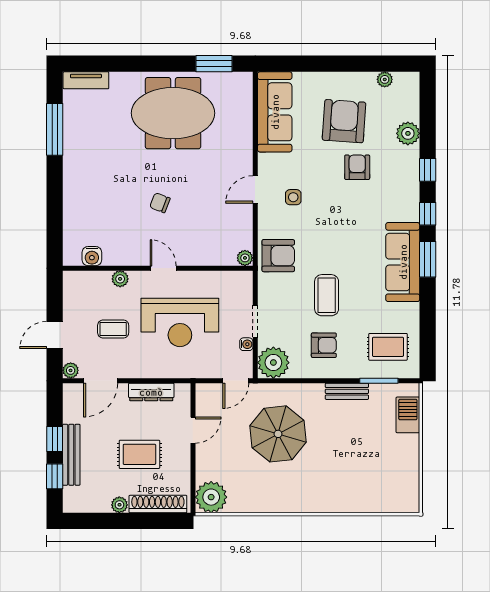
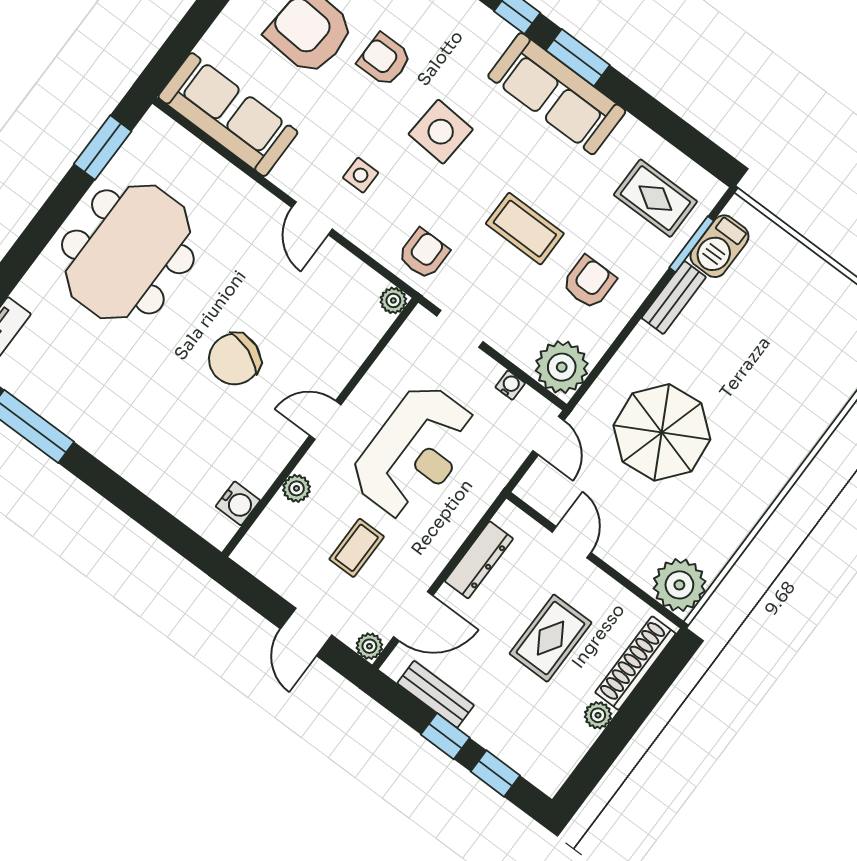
chair: (160, 203) -> (235, 359), width x1.87, depth x1.87
side table: (343, 220) -> (441, 132), added
armchair: (278, 256) -> (424, 254), width x0.72, depth x0.72
doorway: (255, 321) -> (460, 329), moved
rug: (388, 347) -> (655, 198), turned 90
door: (101, 381) -> (413, 616), hinge flipped
barbecue: (408, 415) -> (719, 246), moved, turned -90
bench: (71, 455) -> (436, 694), moved, width x0.73

